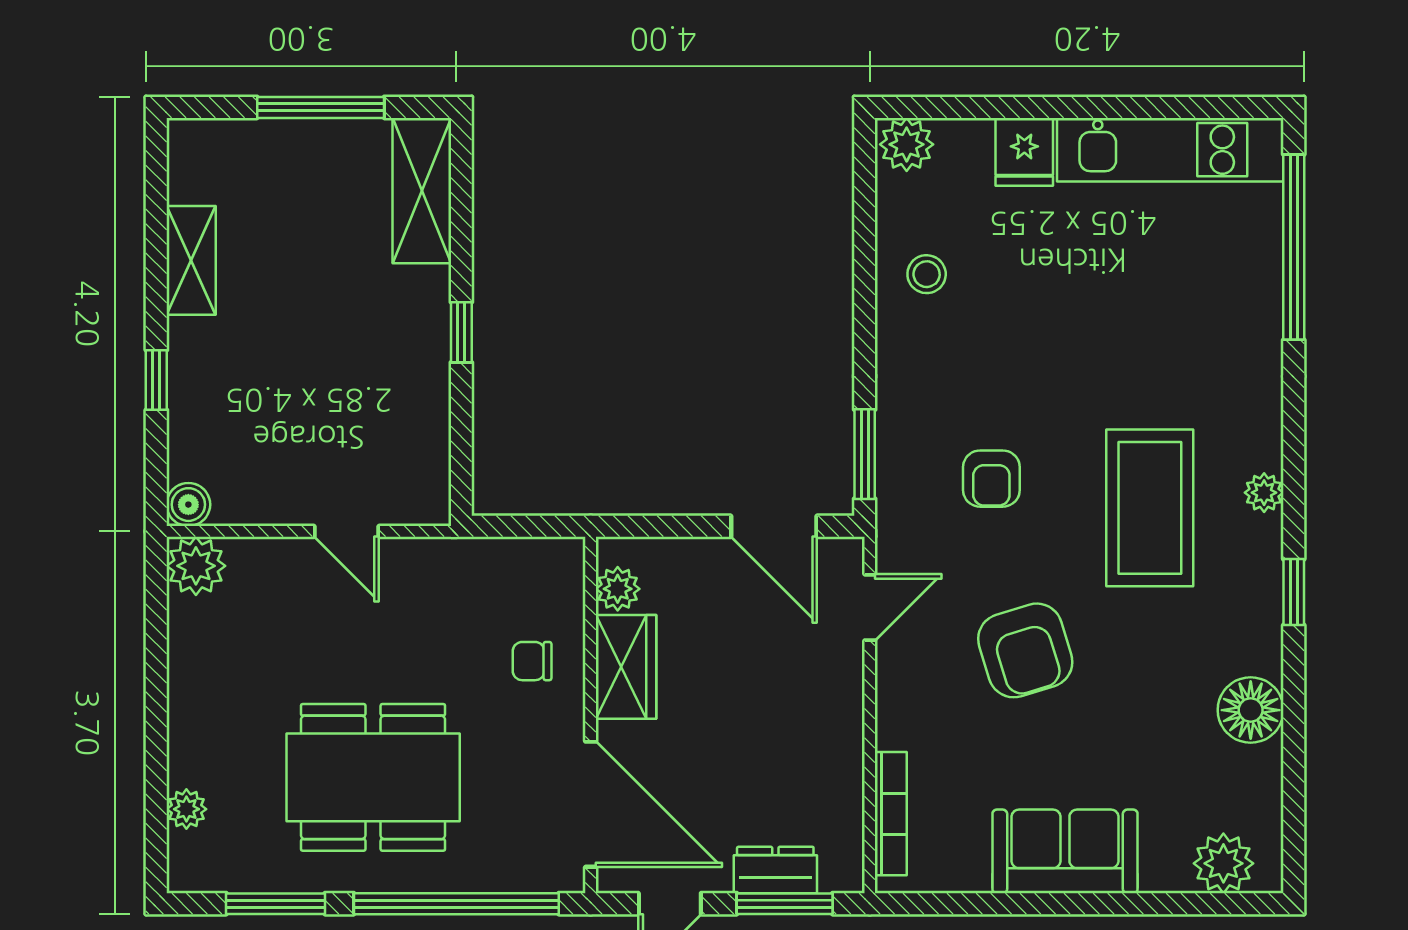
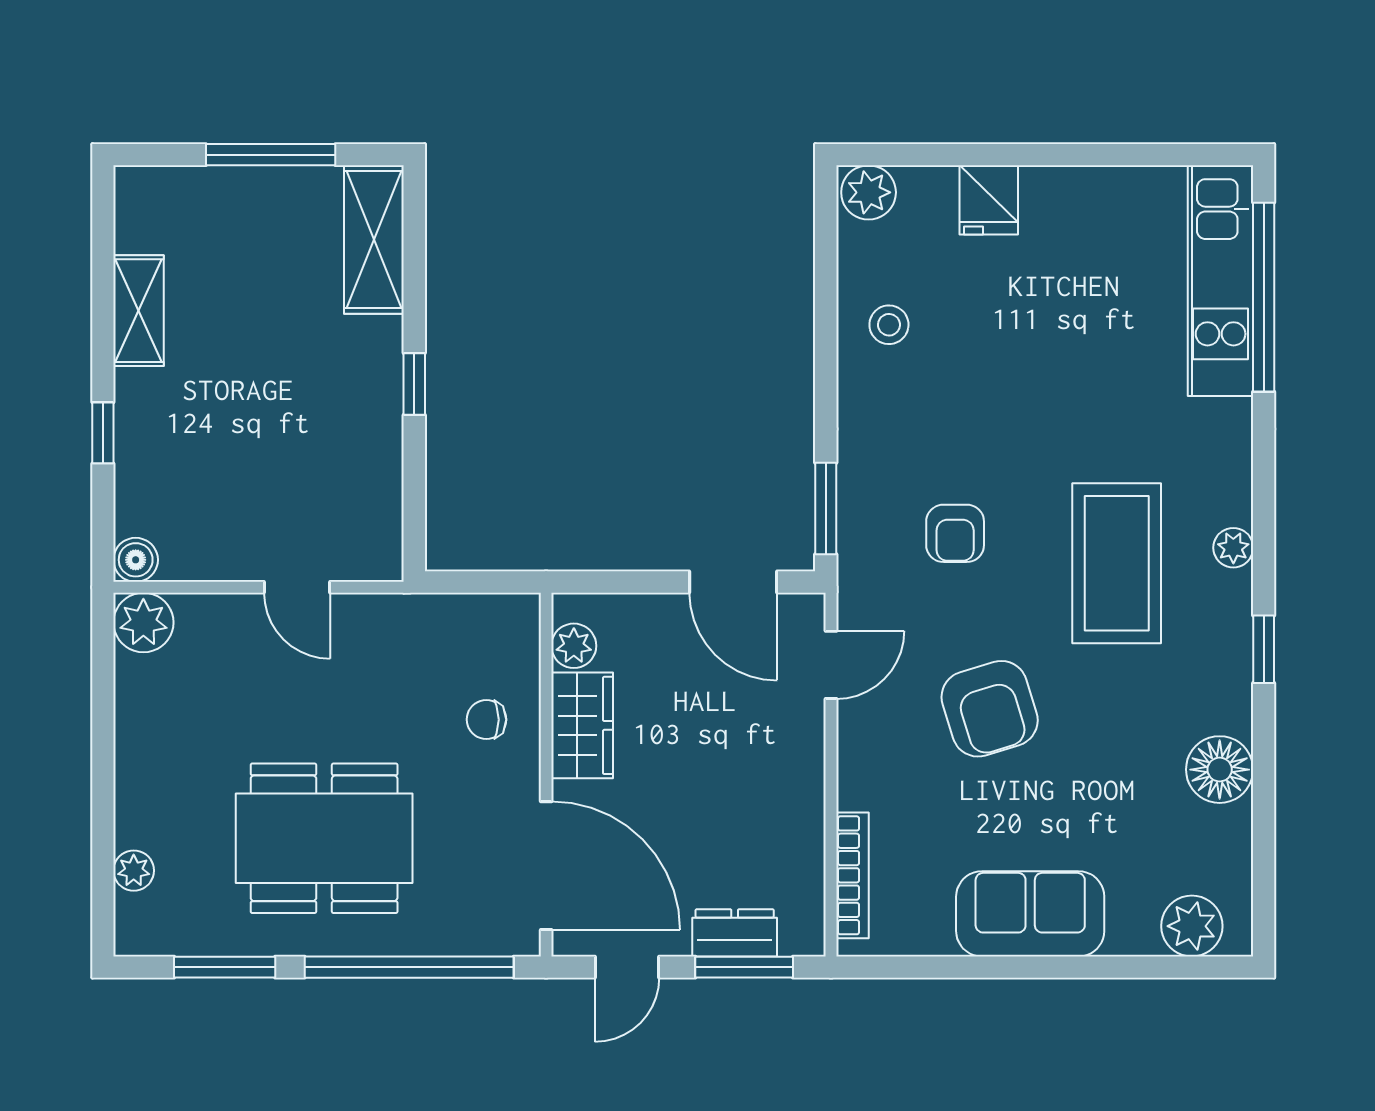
kitchen unit: (1170, 150) -> (1221, 281), moved, turned 90

